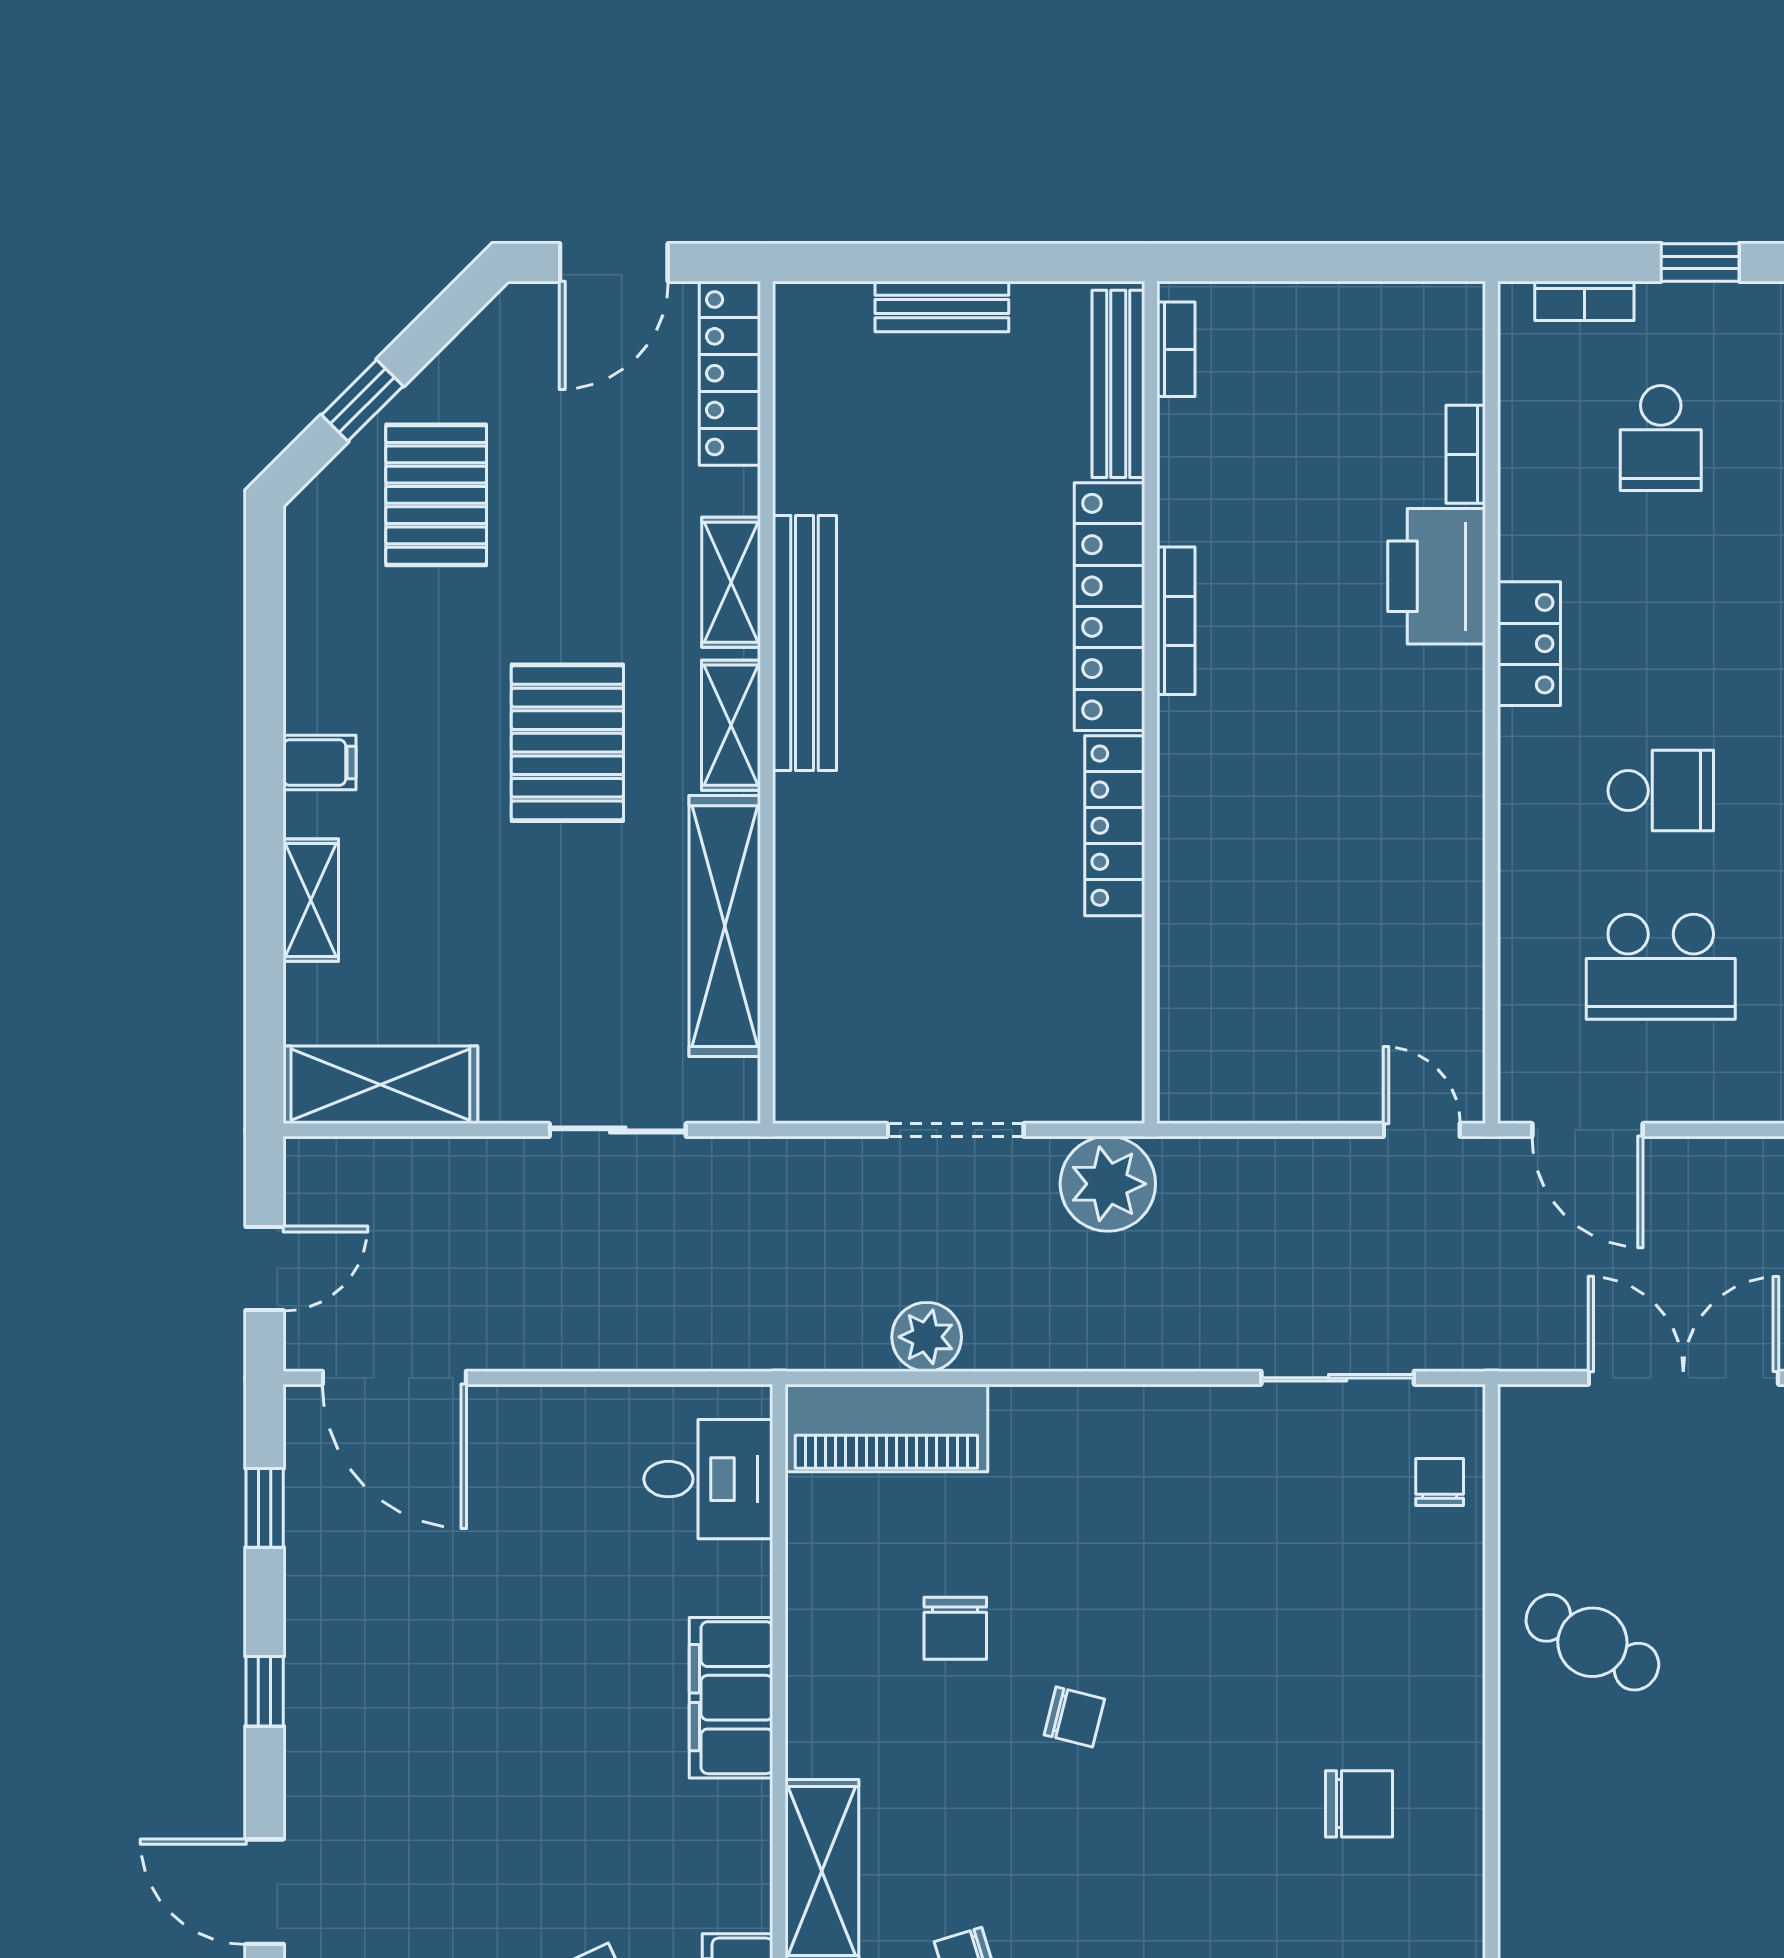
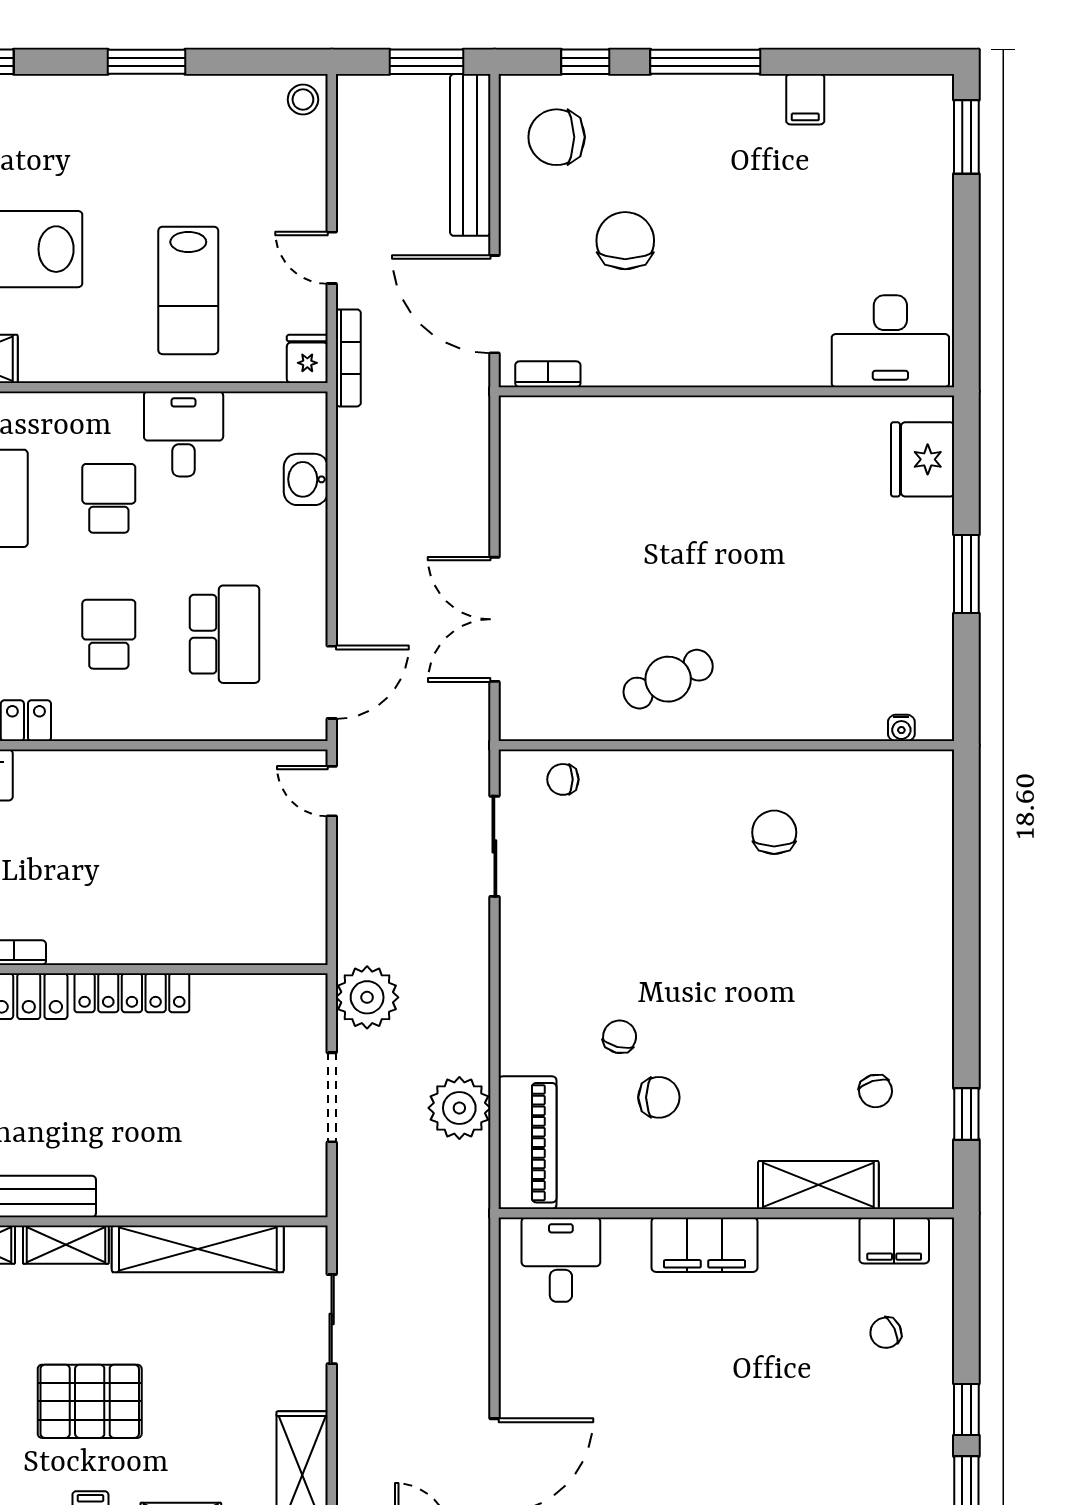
pallet: (567, 743) -> (90, 1401), moved
door: (1422, 1130) -> (332, 791), hinge flipped
plant: (927, 1337) -> (459, 1108), width x1.36, depth x1.36
cafe table: (1592, 1642) -> (668, 679), turned 36
chair: (1074, 1717) -> (620, 1037), moved

